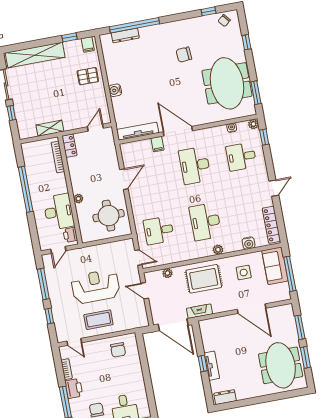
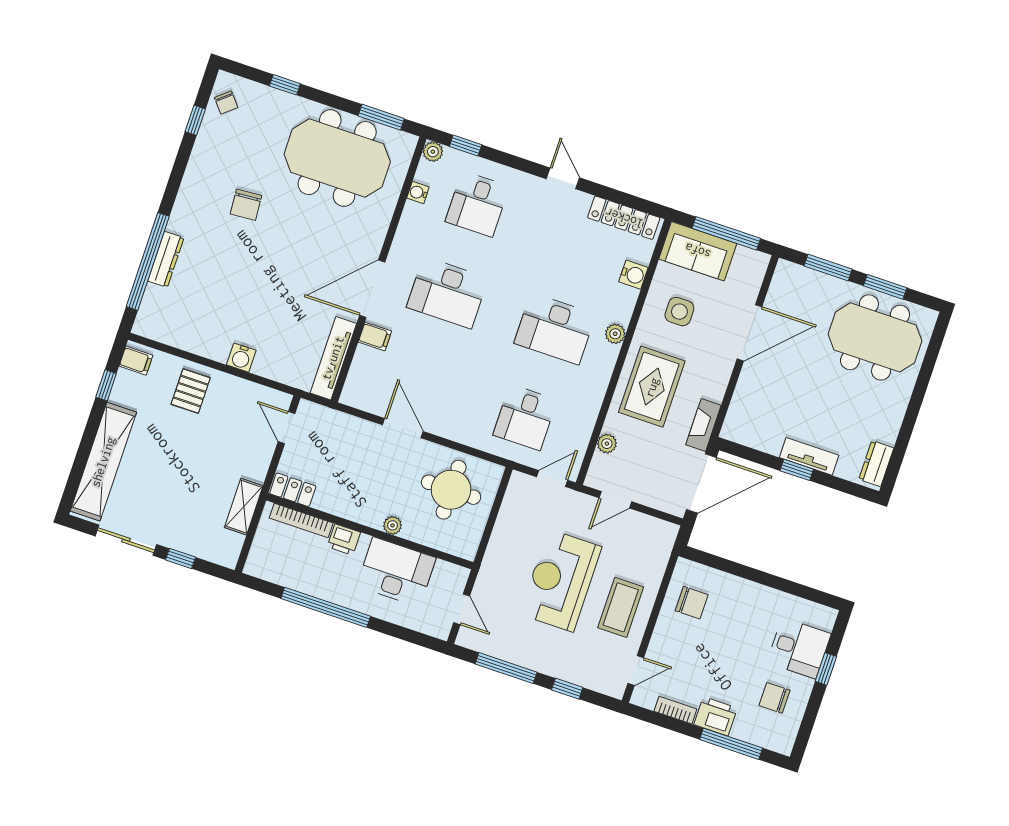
dresser: (125, 35) -> (166, 259), moved
printer: (70, 235) -> (344, 540), moved

